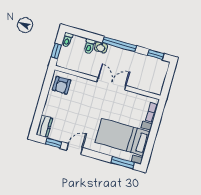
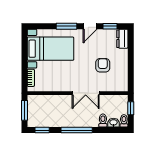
washbasin: (101, 47) -> (113, 123), moved
window: (168, 80) -> (24, 110), added
double door: (111, 84) -> (86, 93), moved
armchair: (62, 85) -> (103, 65), moved
window: (123, 163) -> (67, 26), moved

